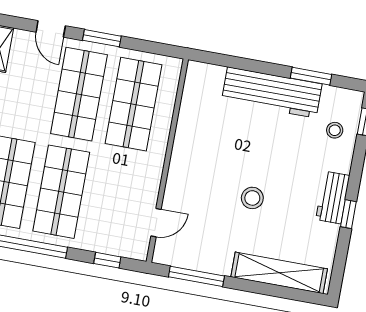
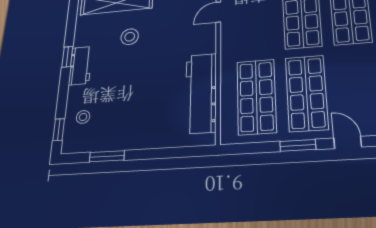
workbench: (272, 93) -> (201, 93), moved, turned -90
stool: (252, 198) -> (130, 37), moved

